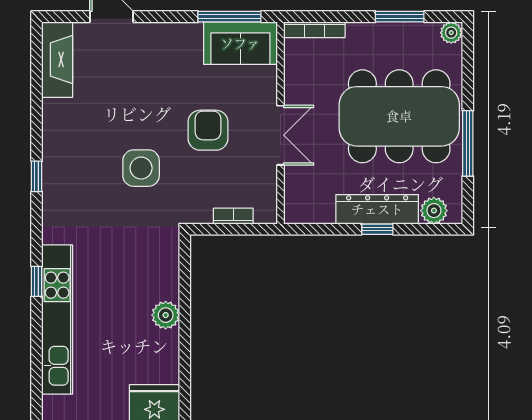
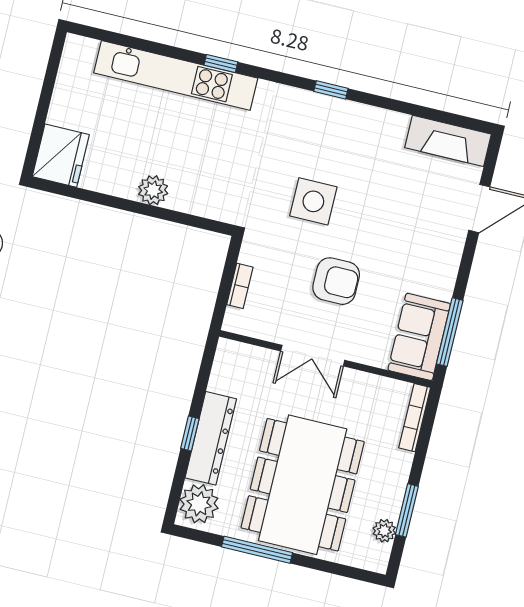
plant: (451, 33) -> (384, 531), moved
plant: (434, 211) -> (199, 504), width x1.36, depth x1.36

